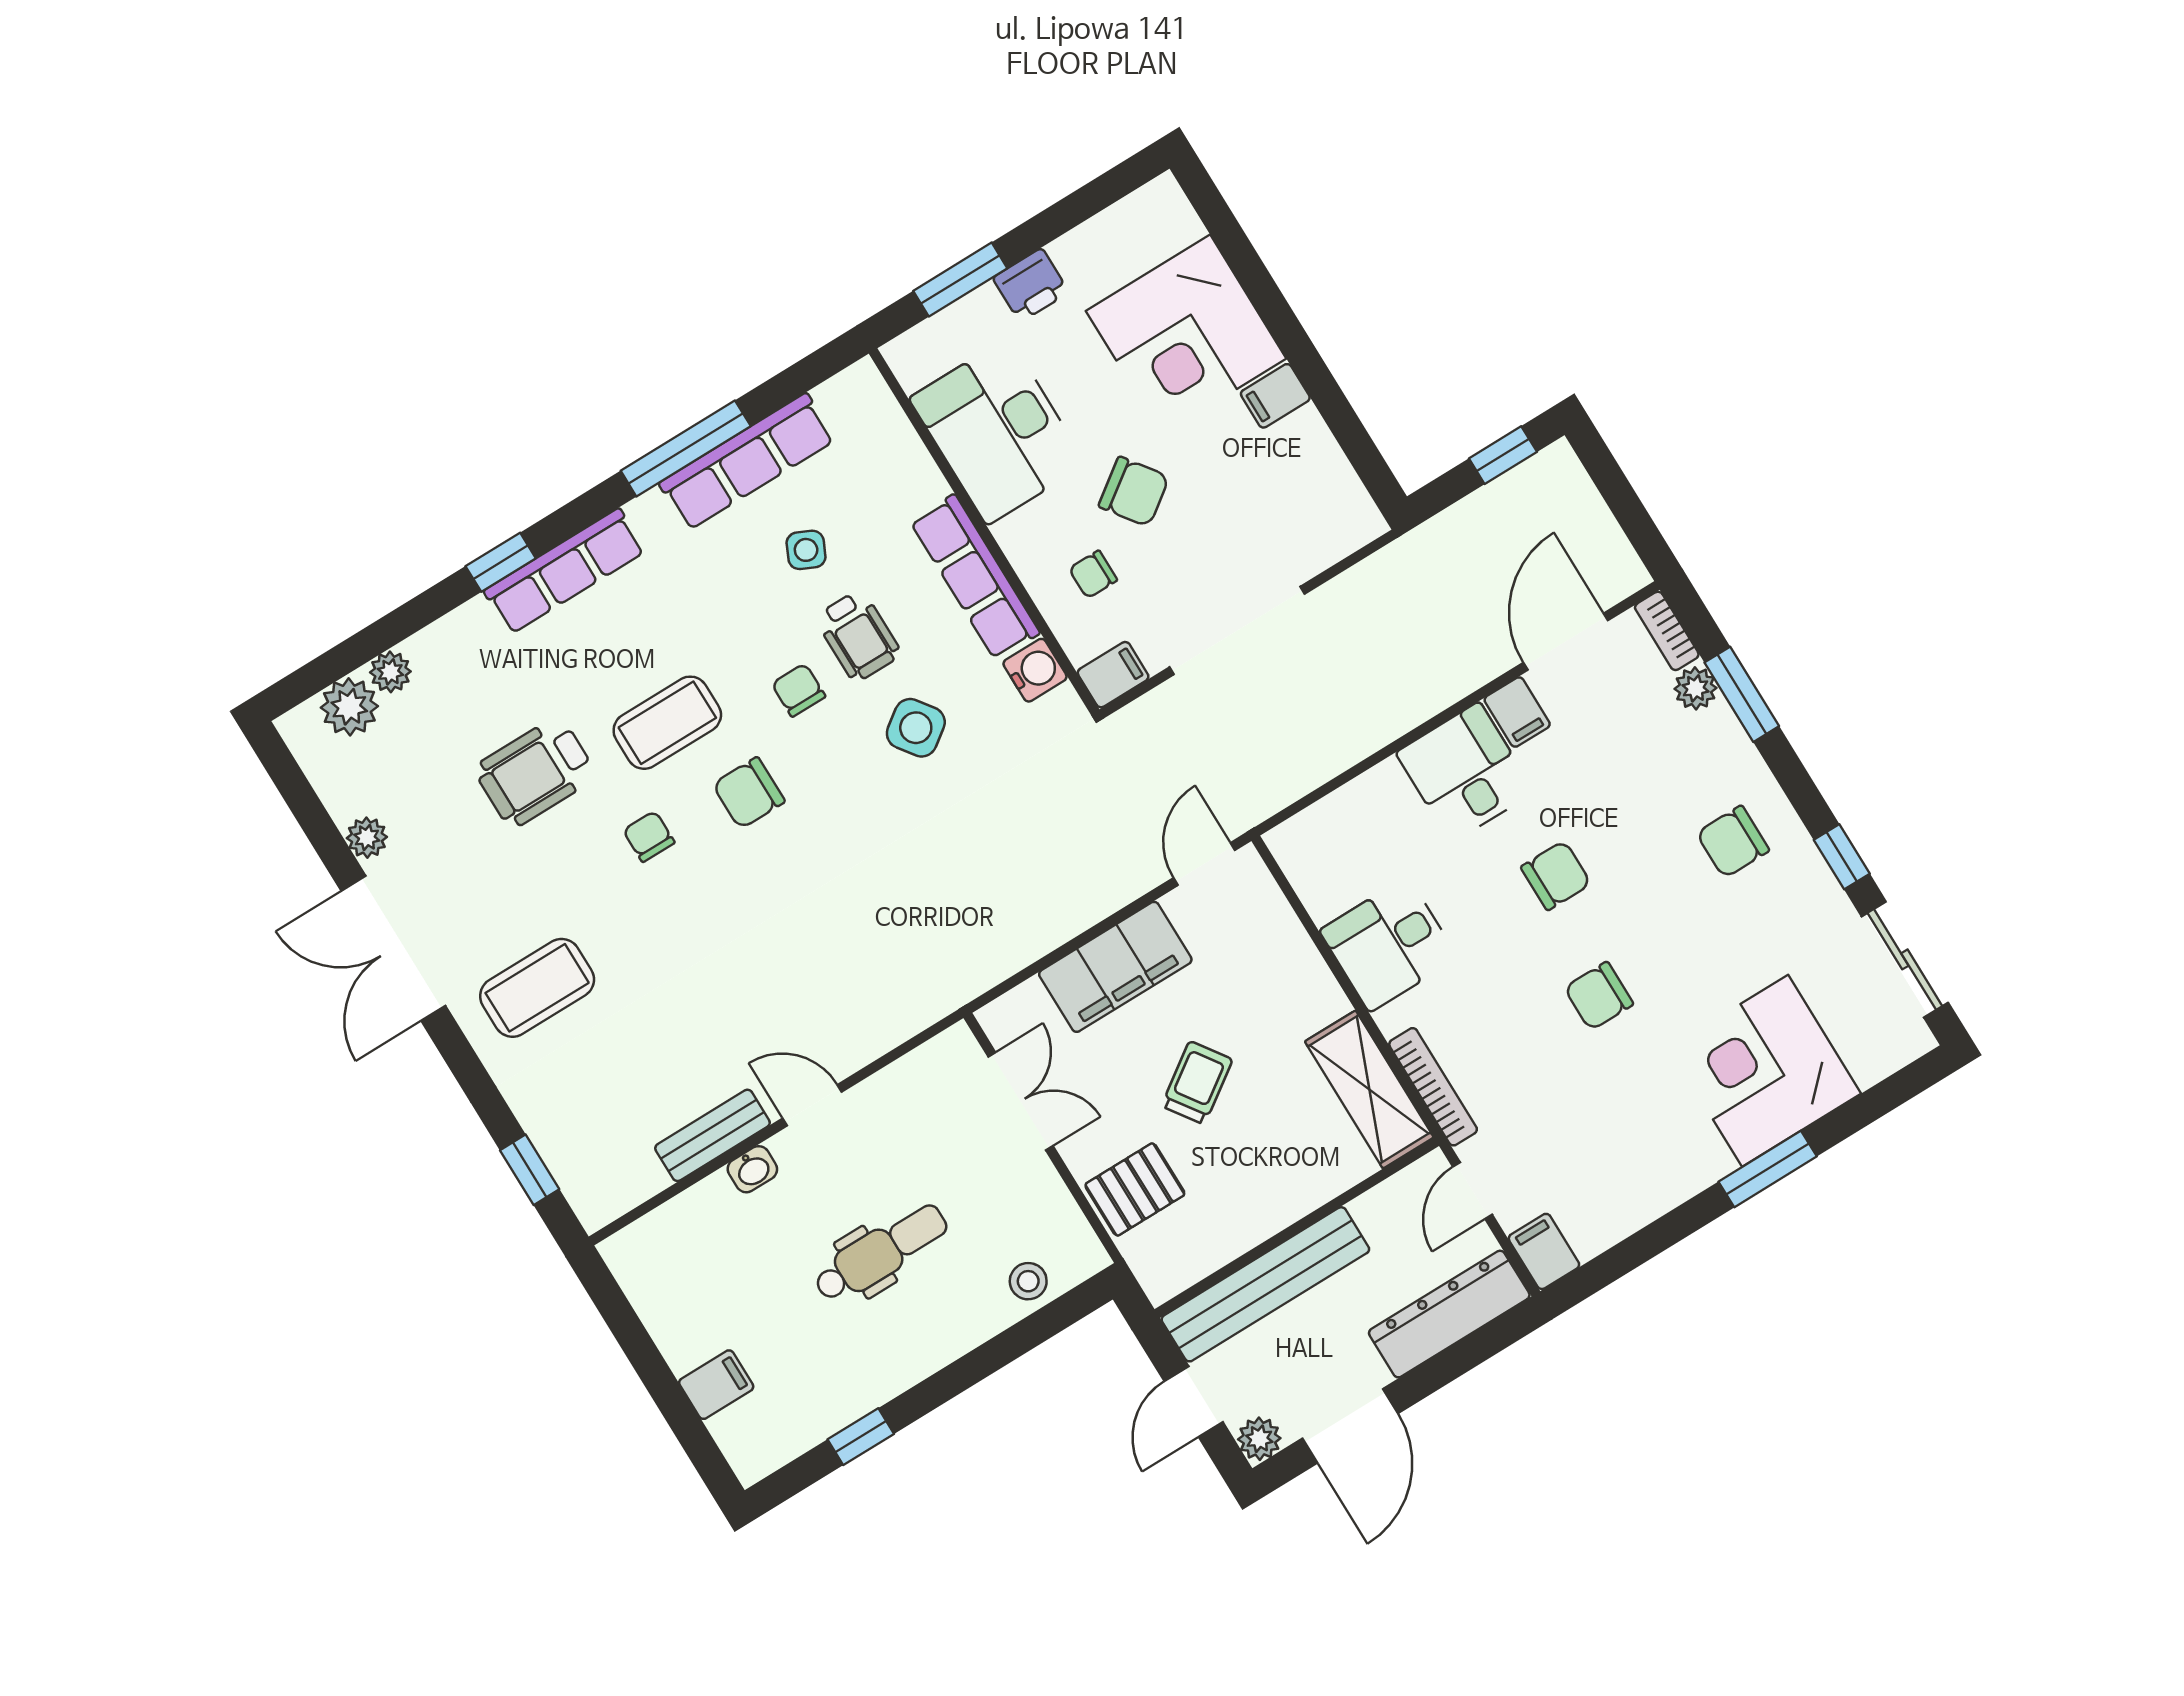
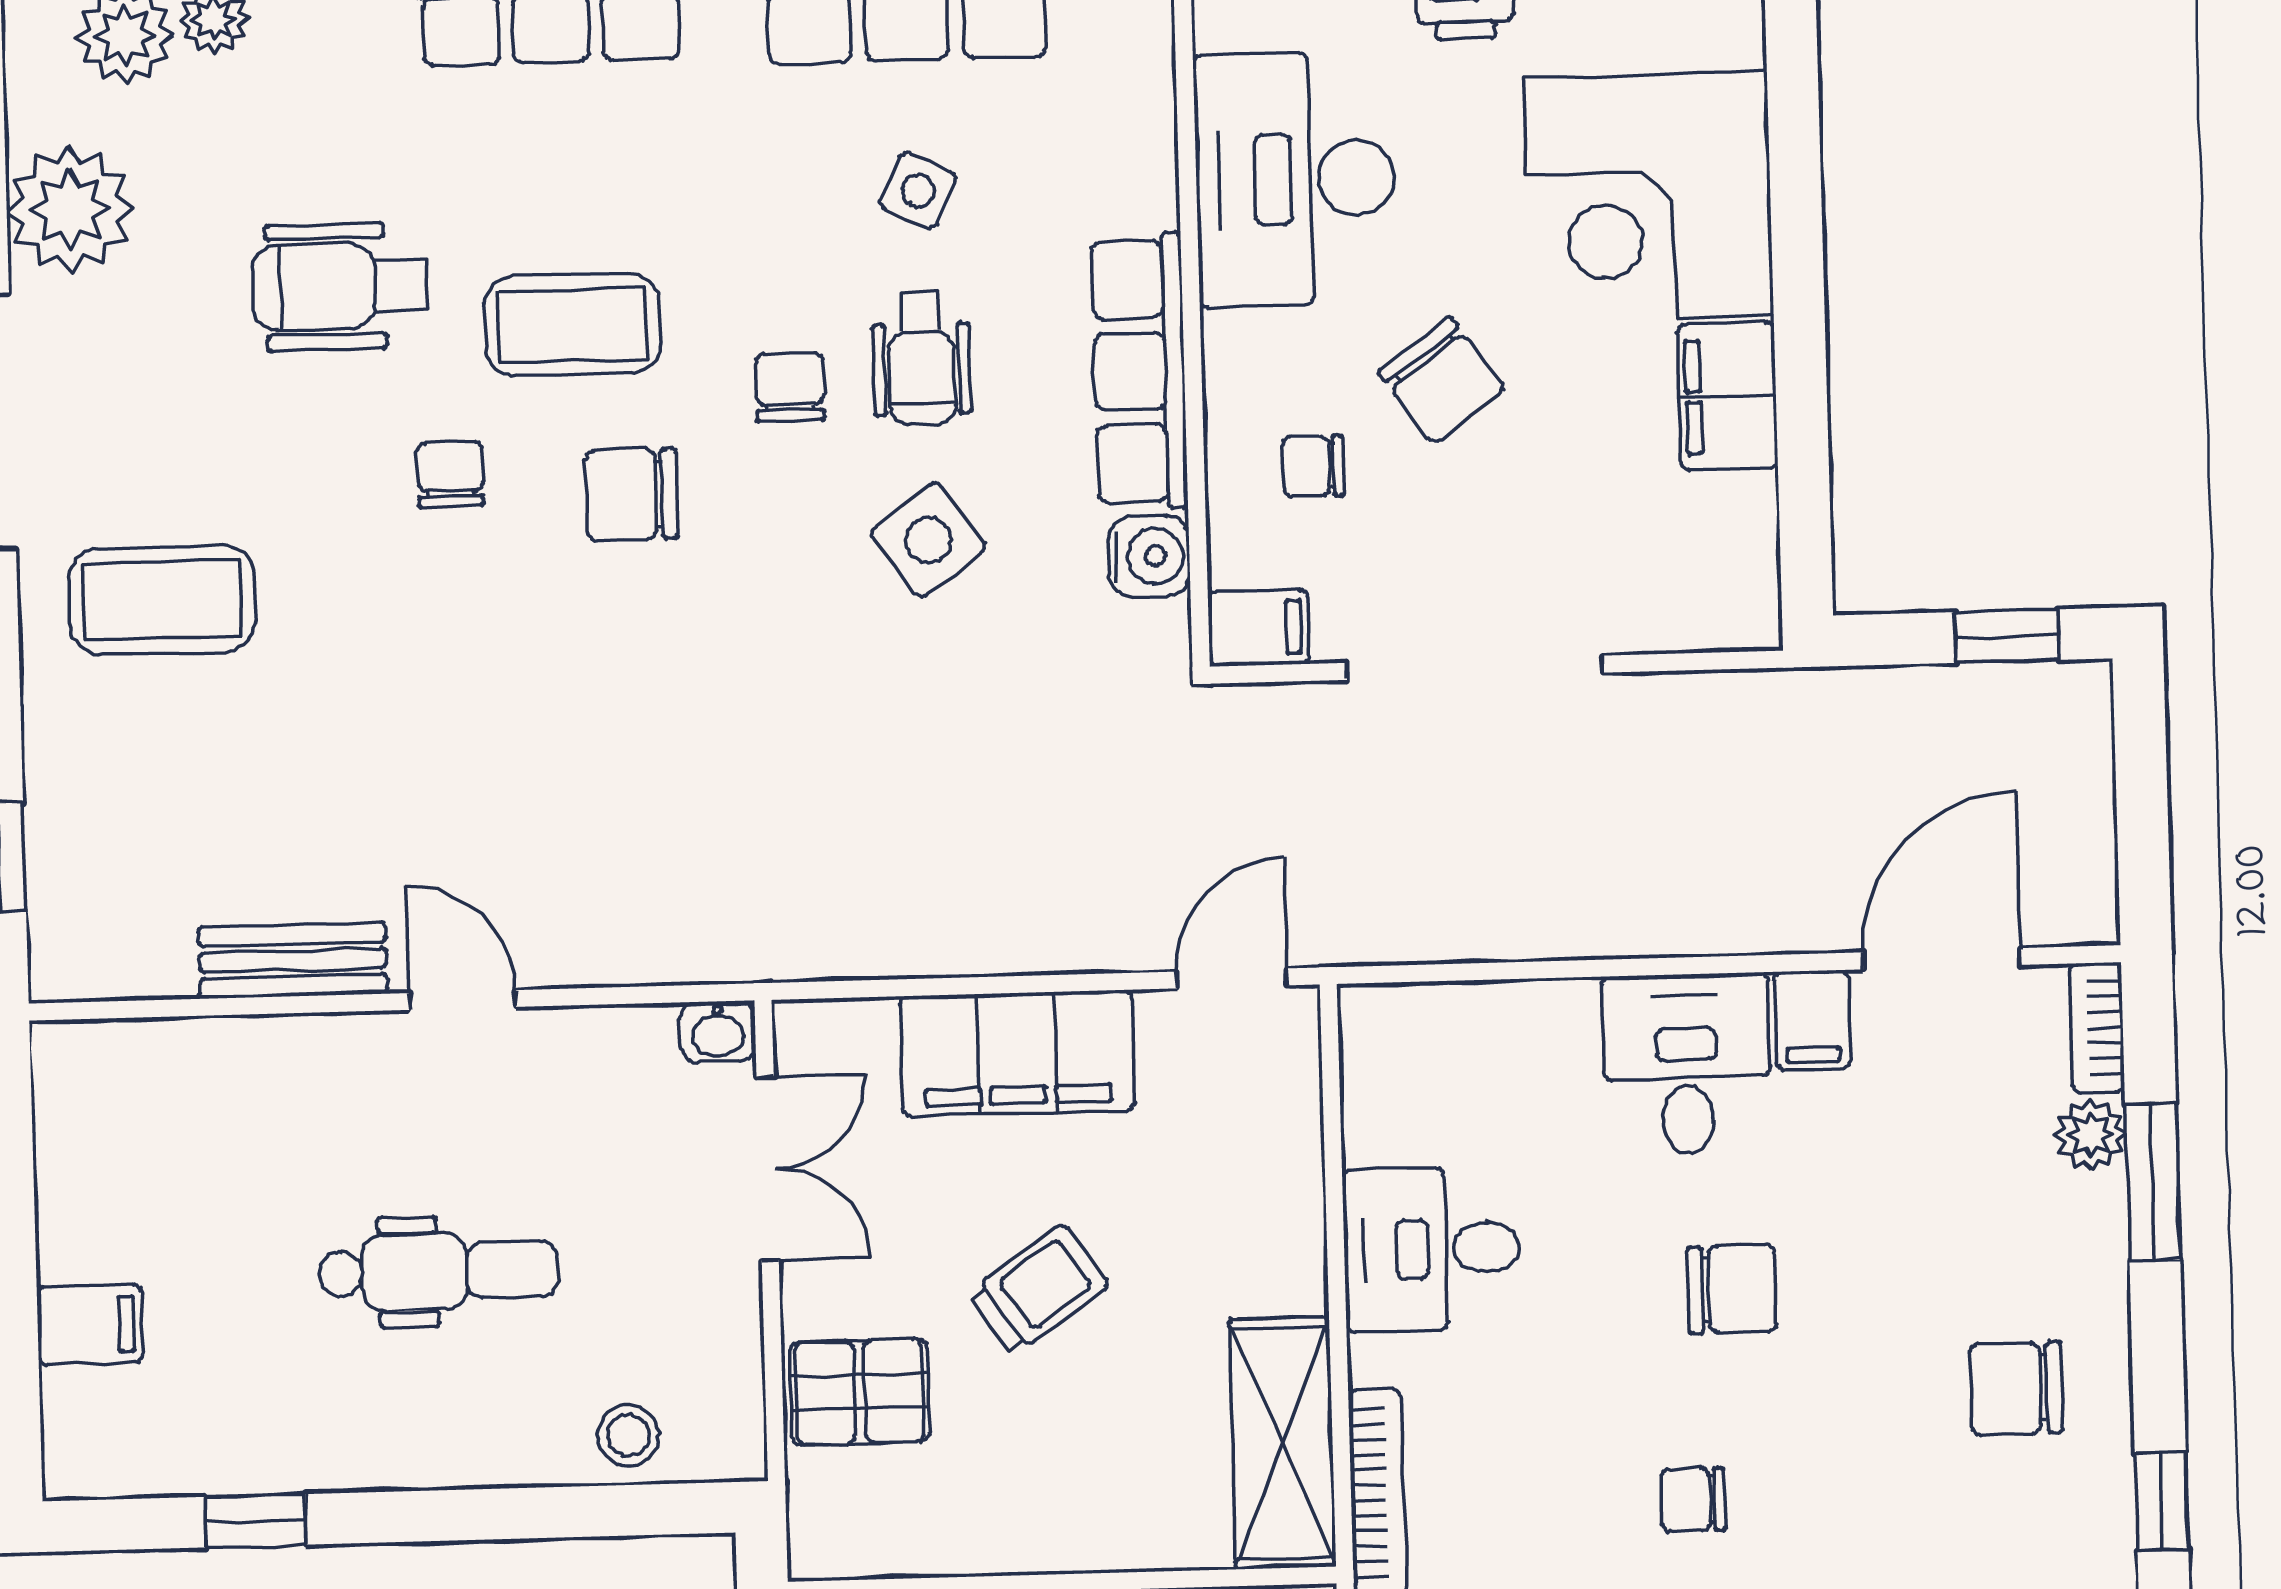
filing cabinet: (1275, 396) -> (1728, 396), width x2.00
plant: (367, 838) -> (70, 209), width x1.87, depth x1.87
chair: (1599, 996) -> (1693, 1500), width x0.73, depth x0.73
washbasin: (752, 1169) -> (718, 1032), moved

